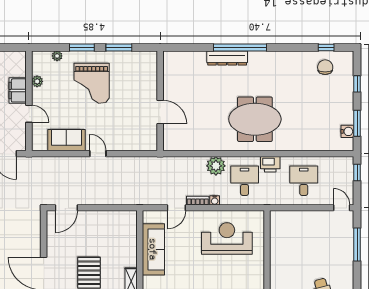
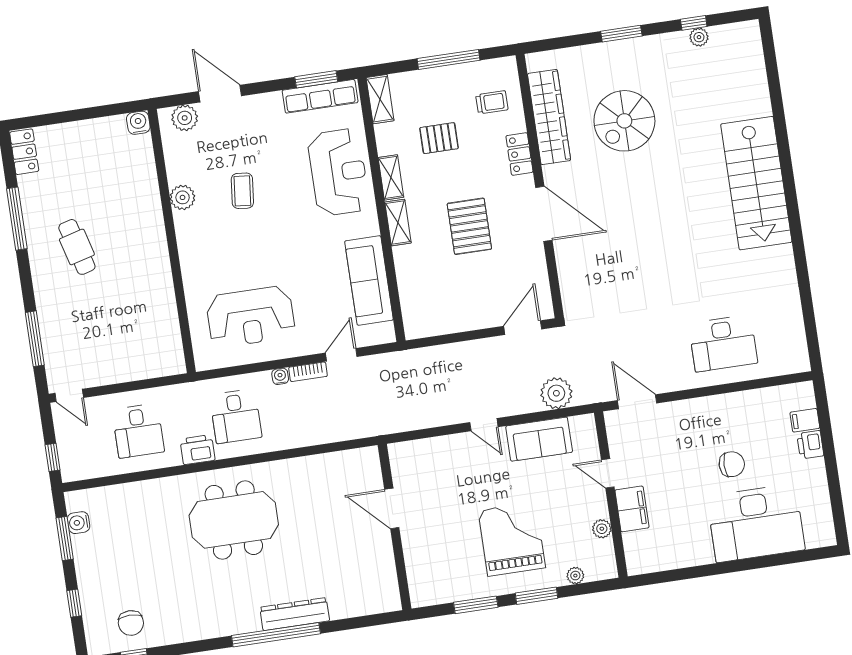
plant: (216, 166) -> (556, 393), moved

